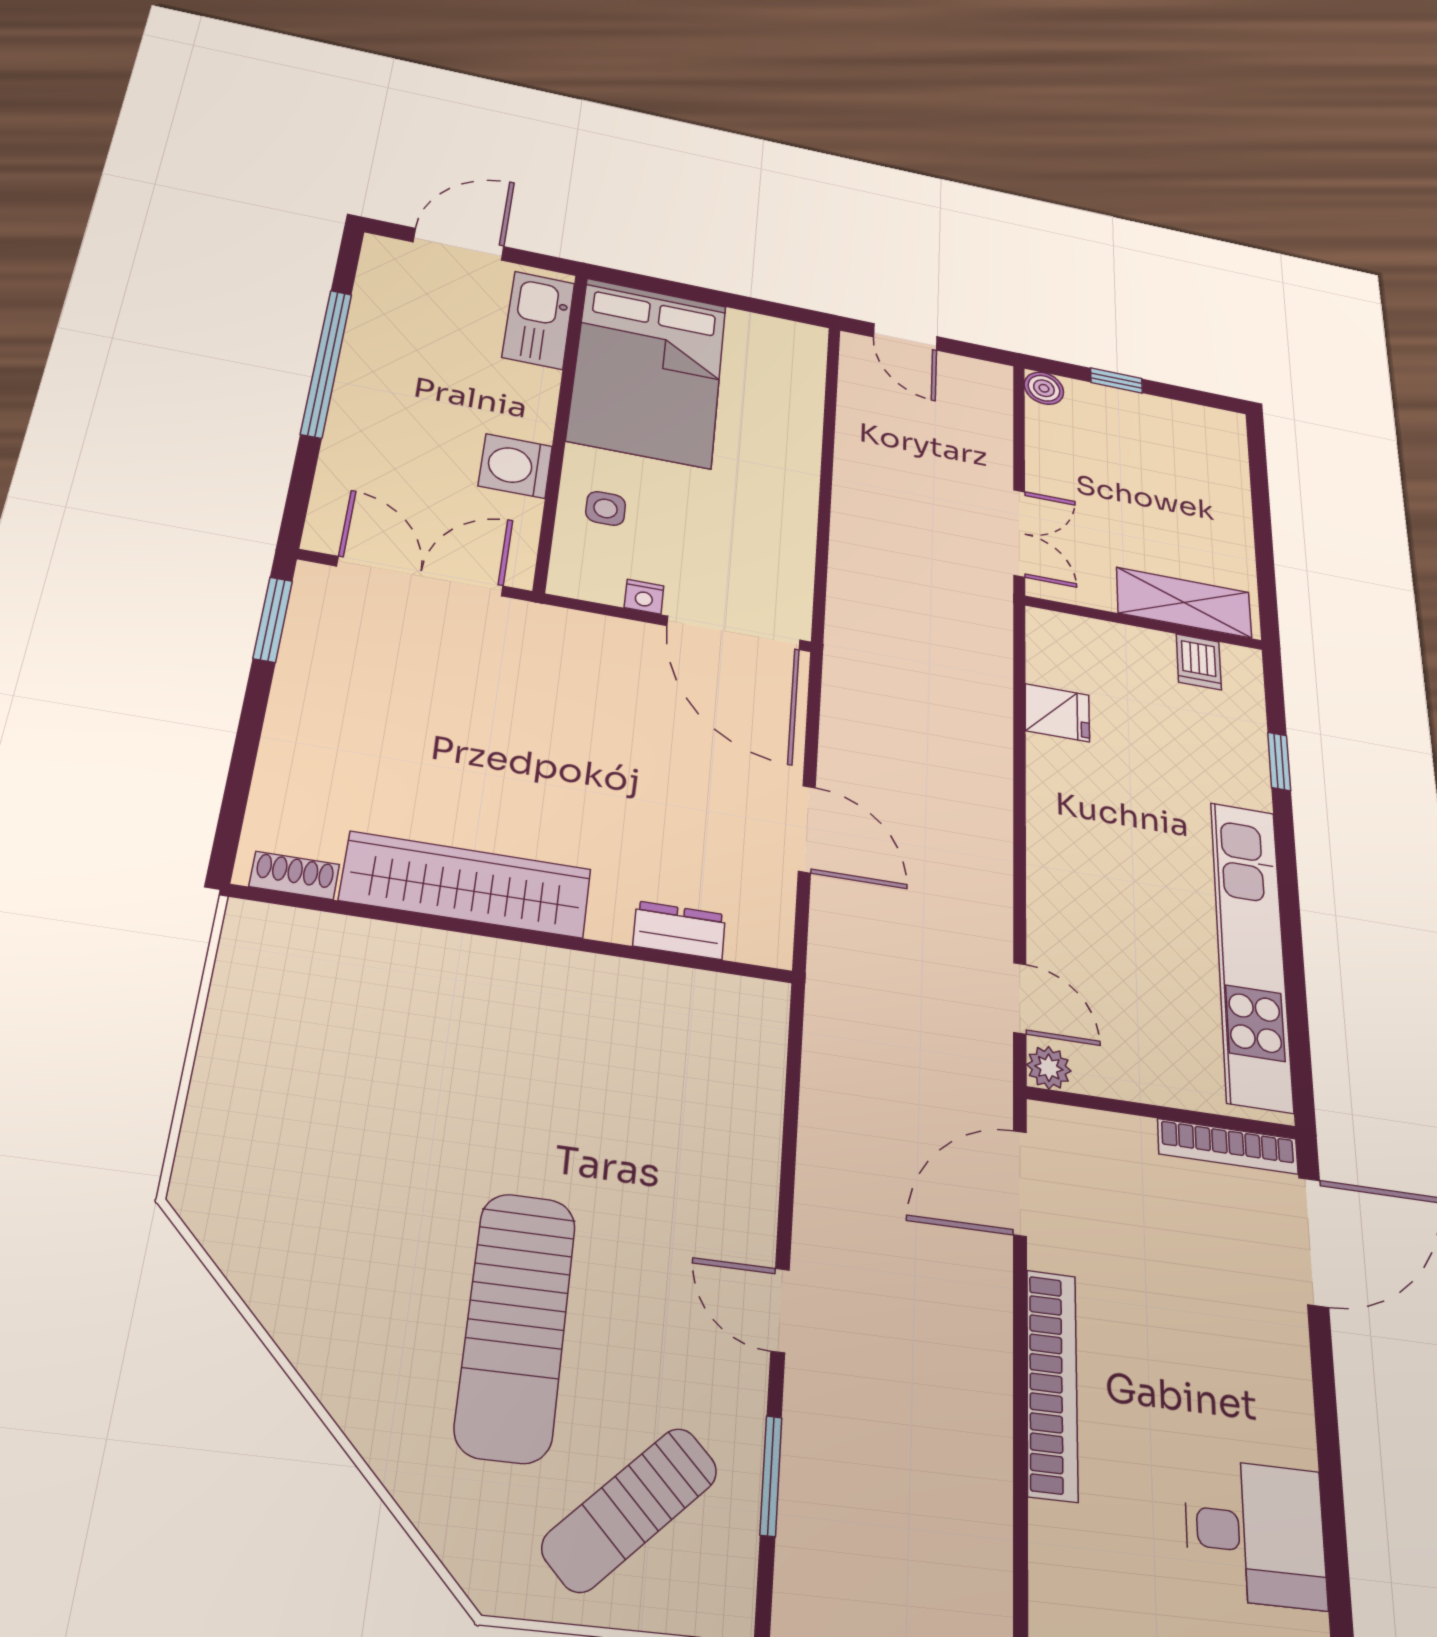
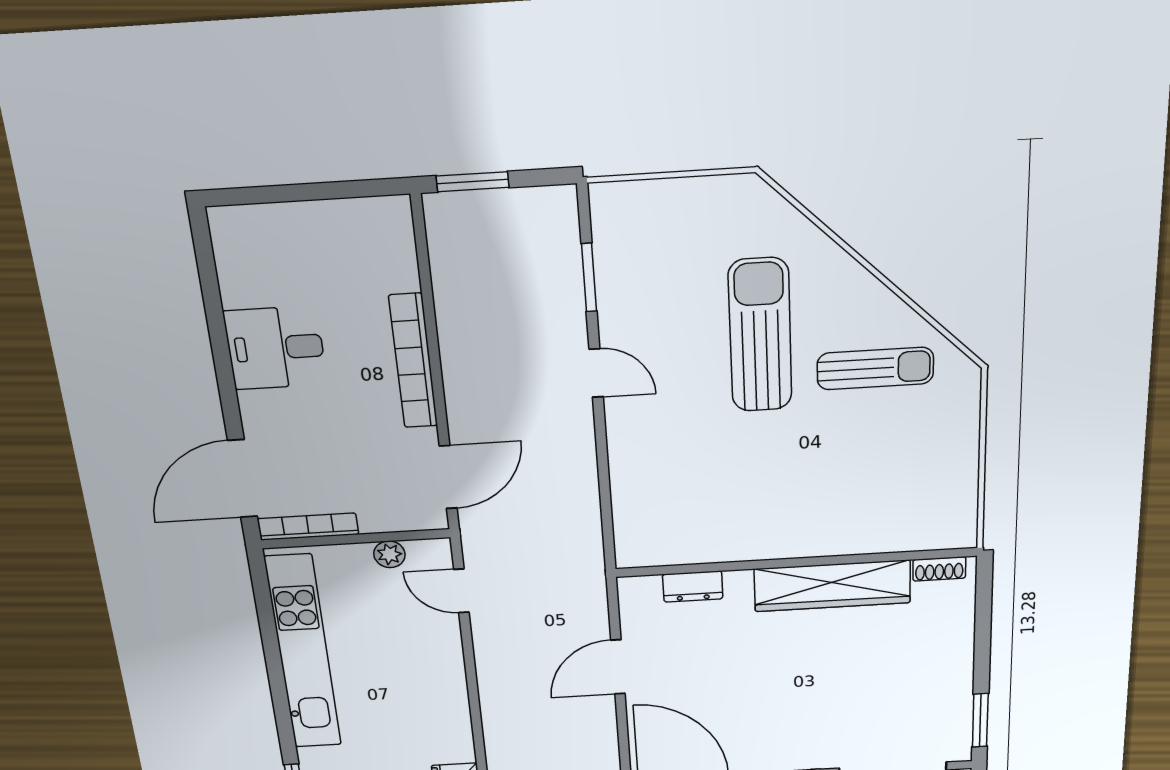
door: (807, 829) -> (618, 667), hinge flipped
plant: (1049, 1068) -> (389, 554), moved
sun lounger: (630, 1509) -> (875, 368), moved, turned 45
desk: (1255, 1533) -> (275, 348), moved

